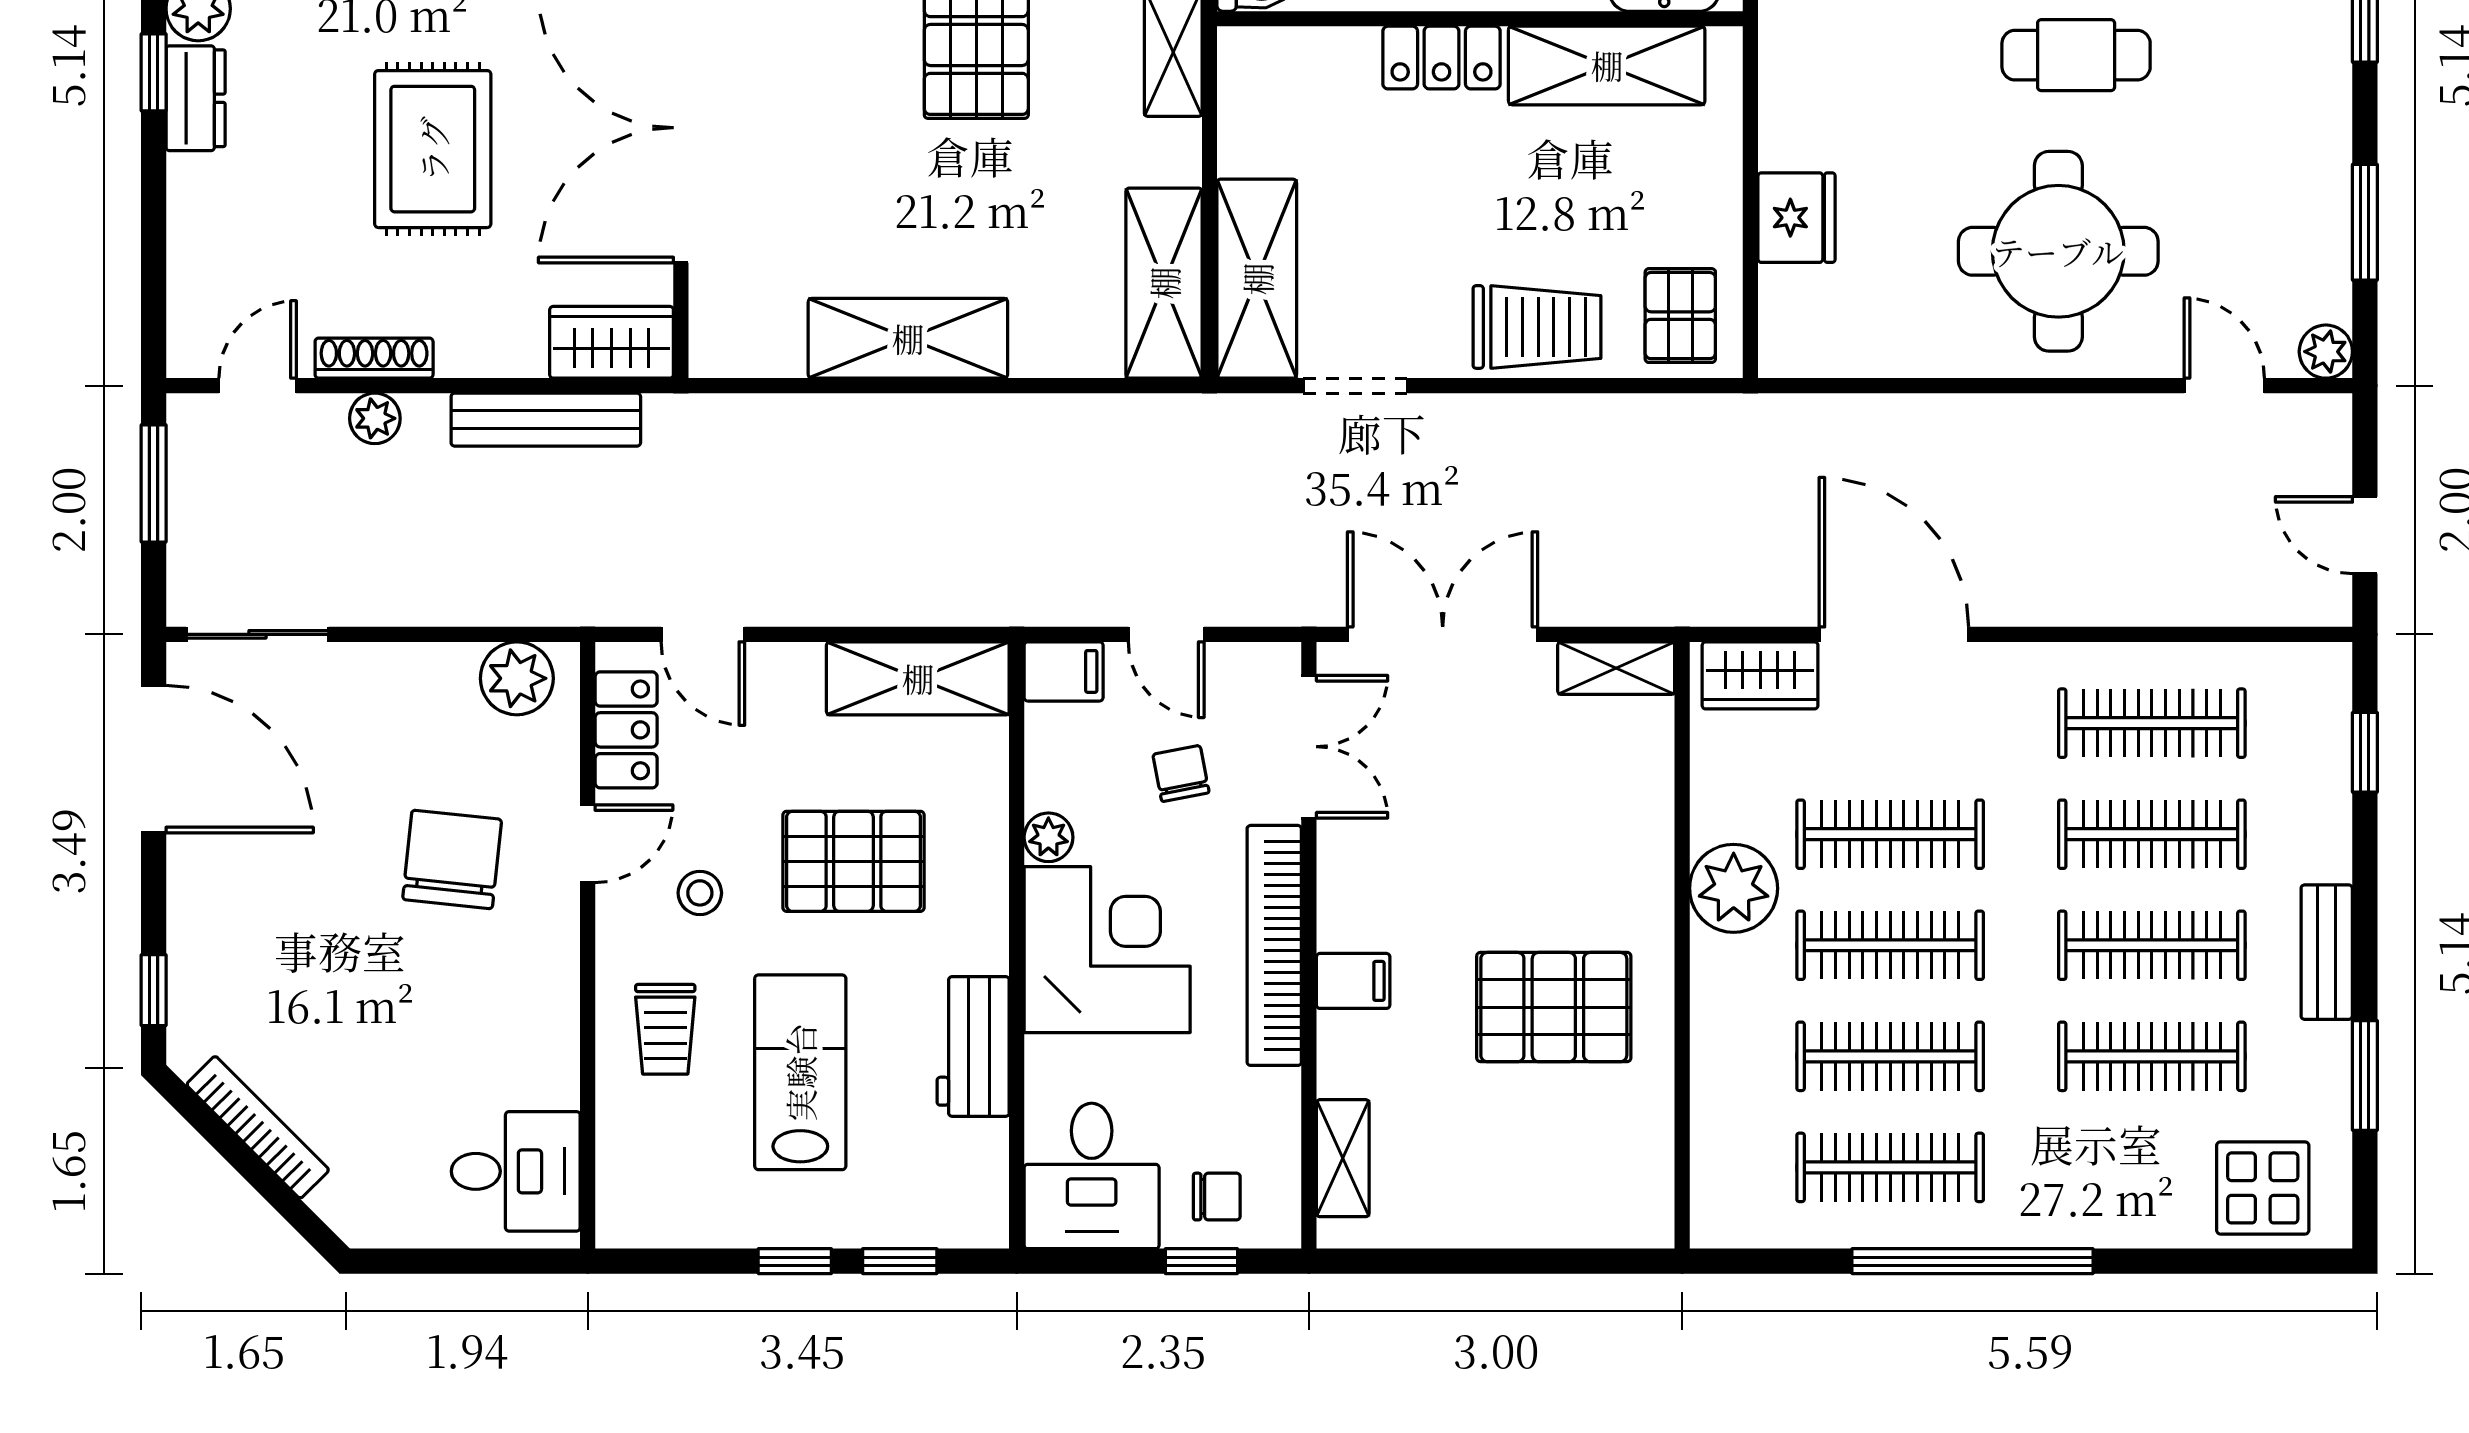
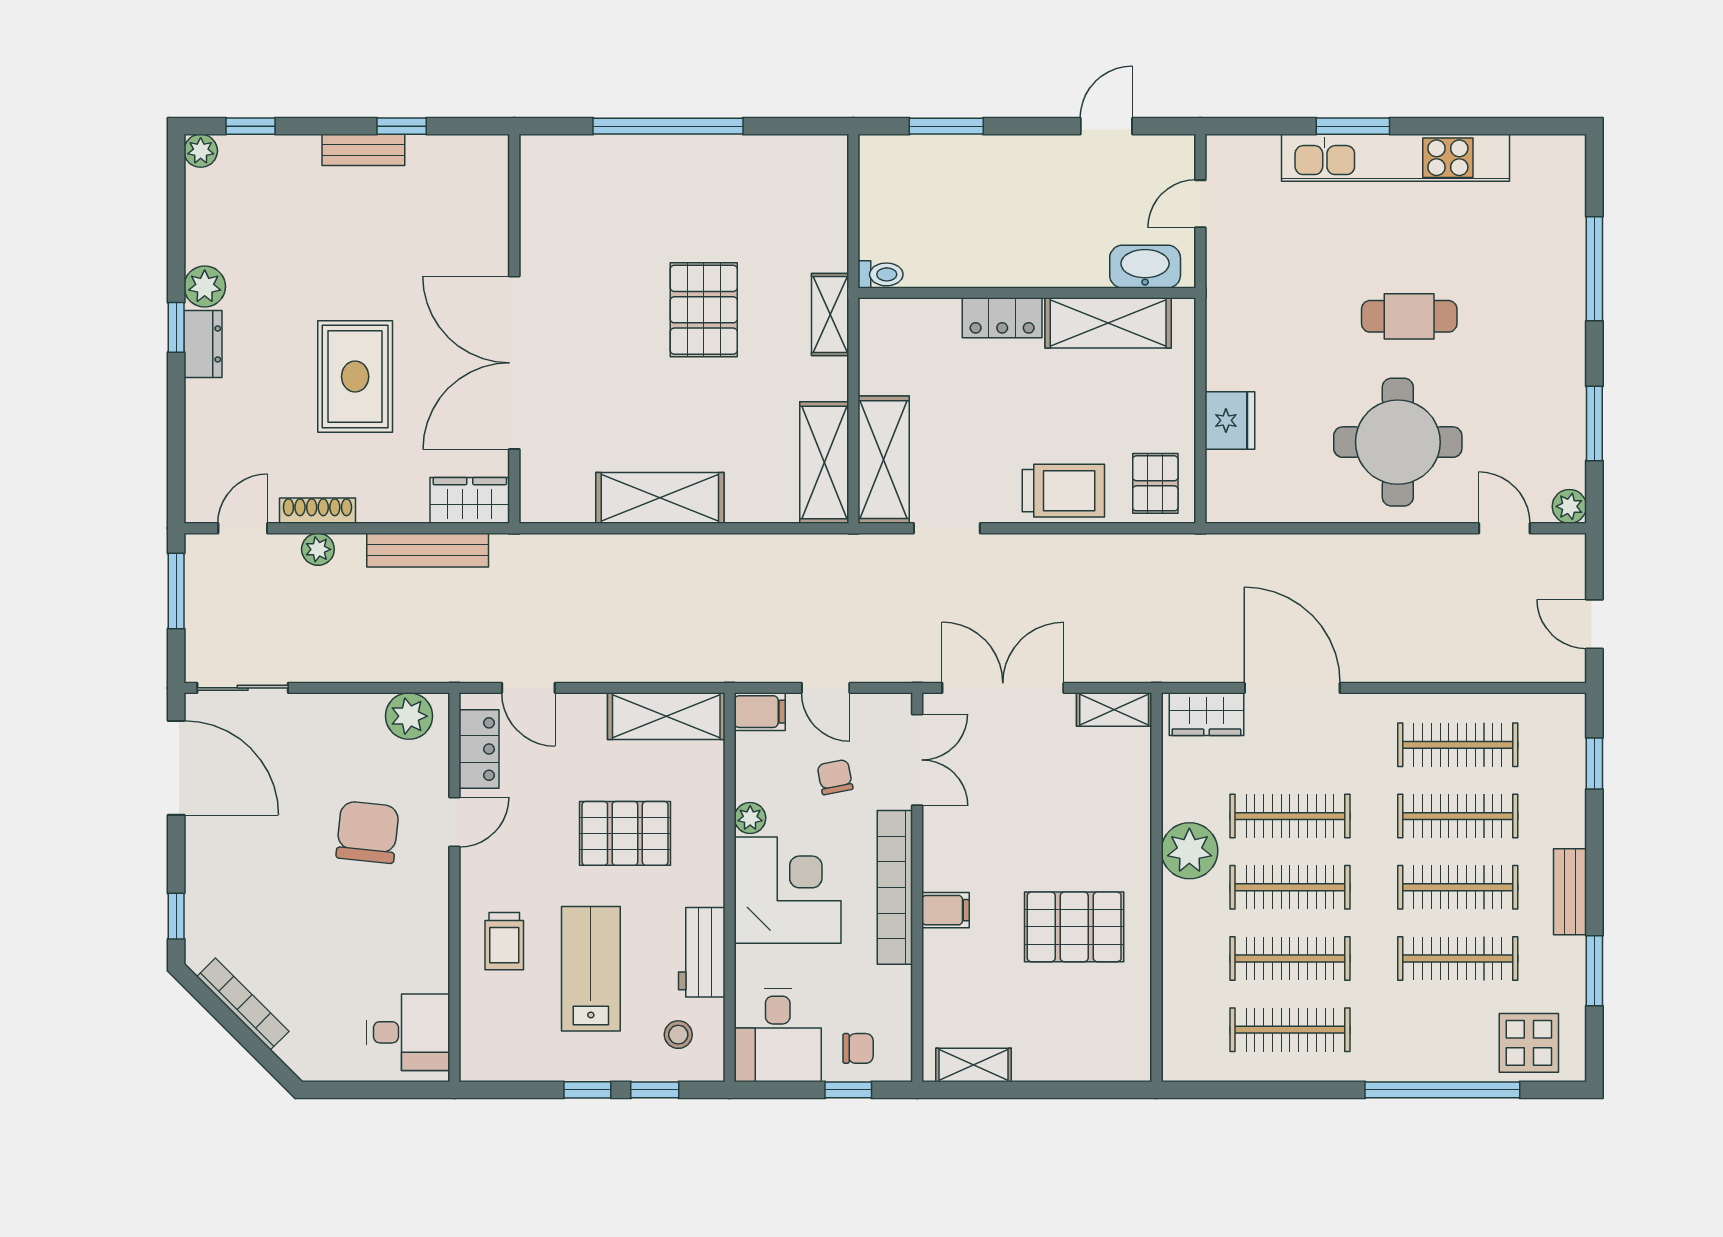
stool: (700, 893) -> (678, 1035), moved
shelving: (1343, 1158) -> (973, 1065), moved, turned 90
window: (1973, 1261) -> (1442, 1090), moved

